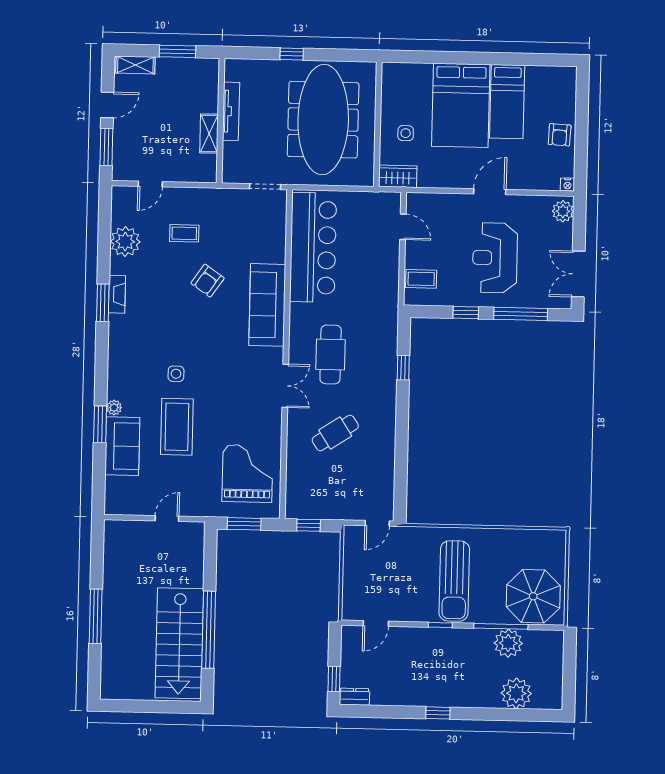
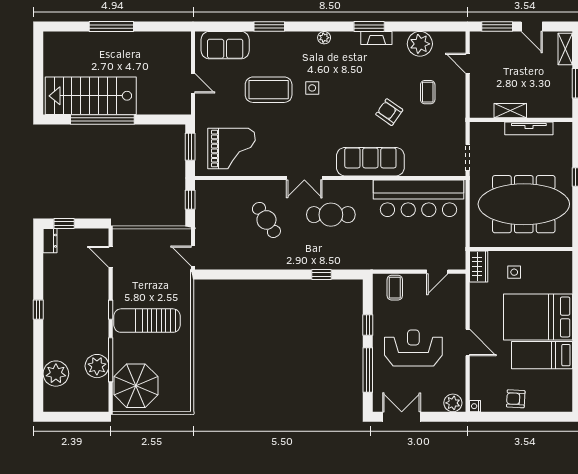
plant: (114, 408) -> (324, 38), moved
sofa: (122, 446) -> (225, 45), moved

